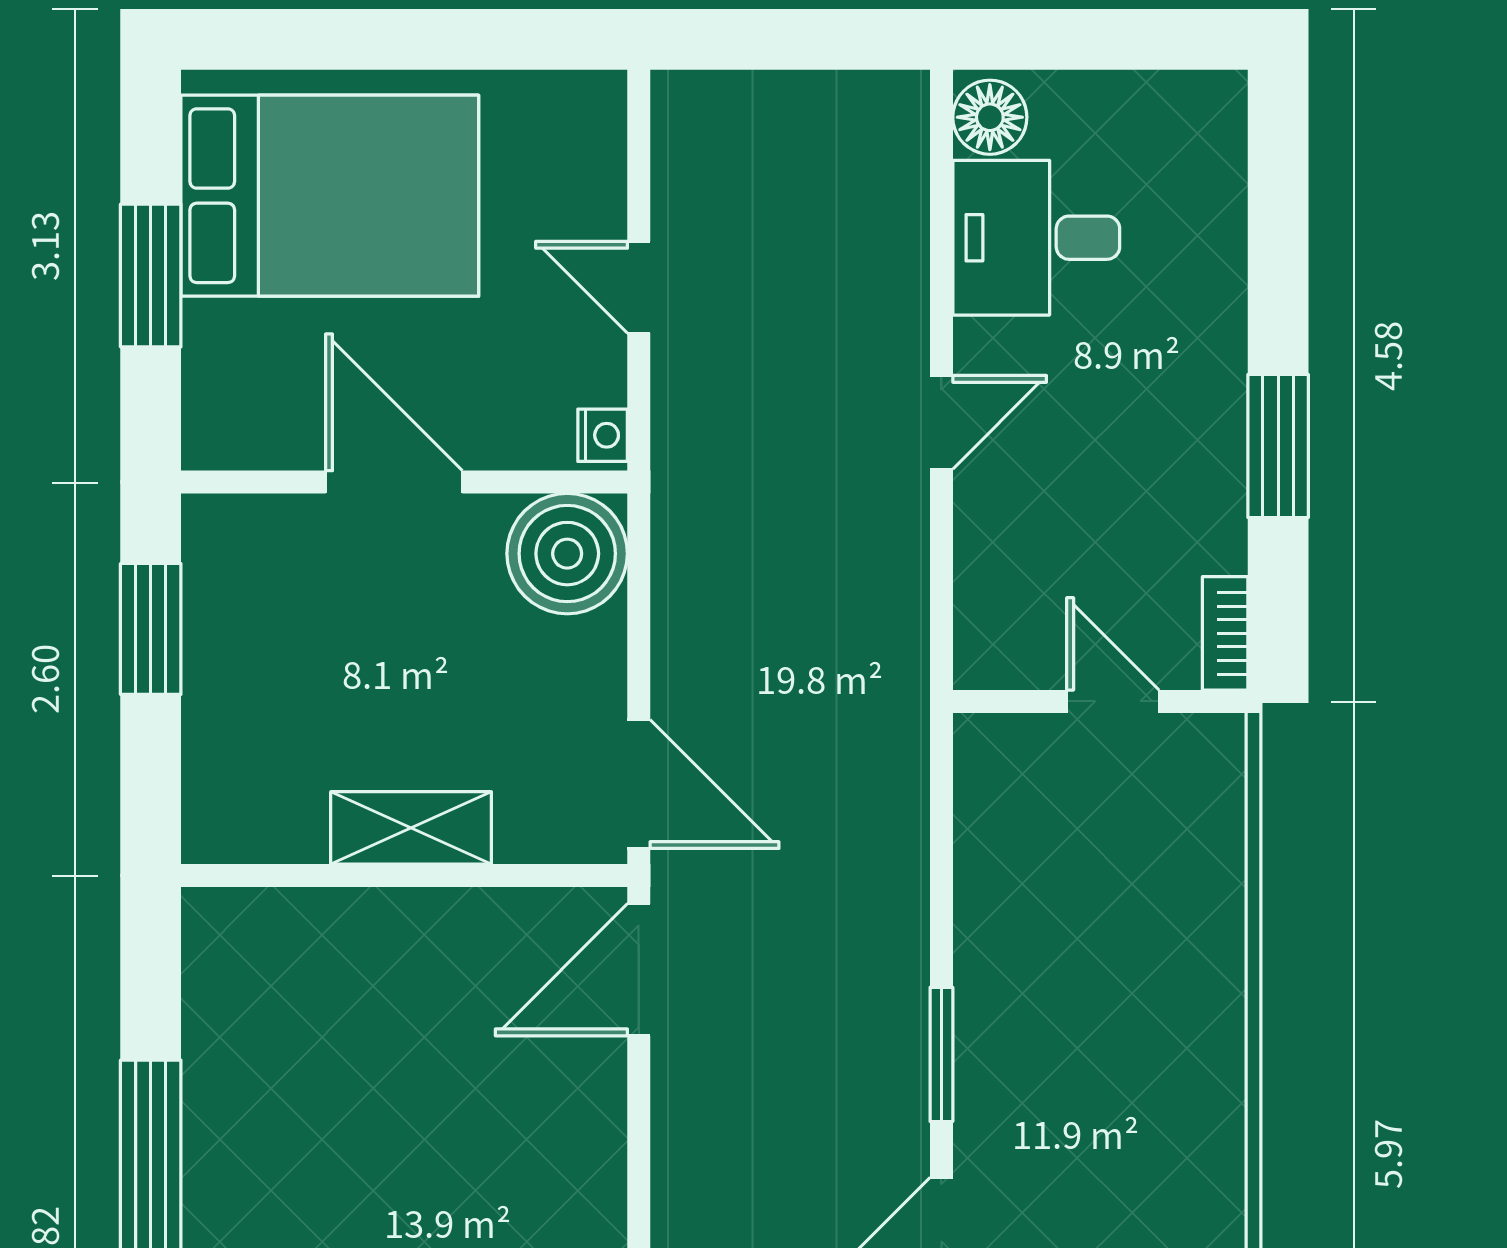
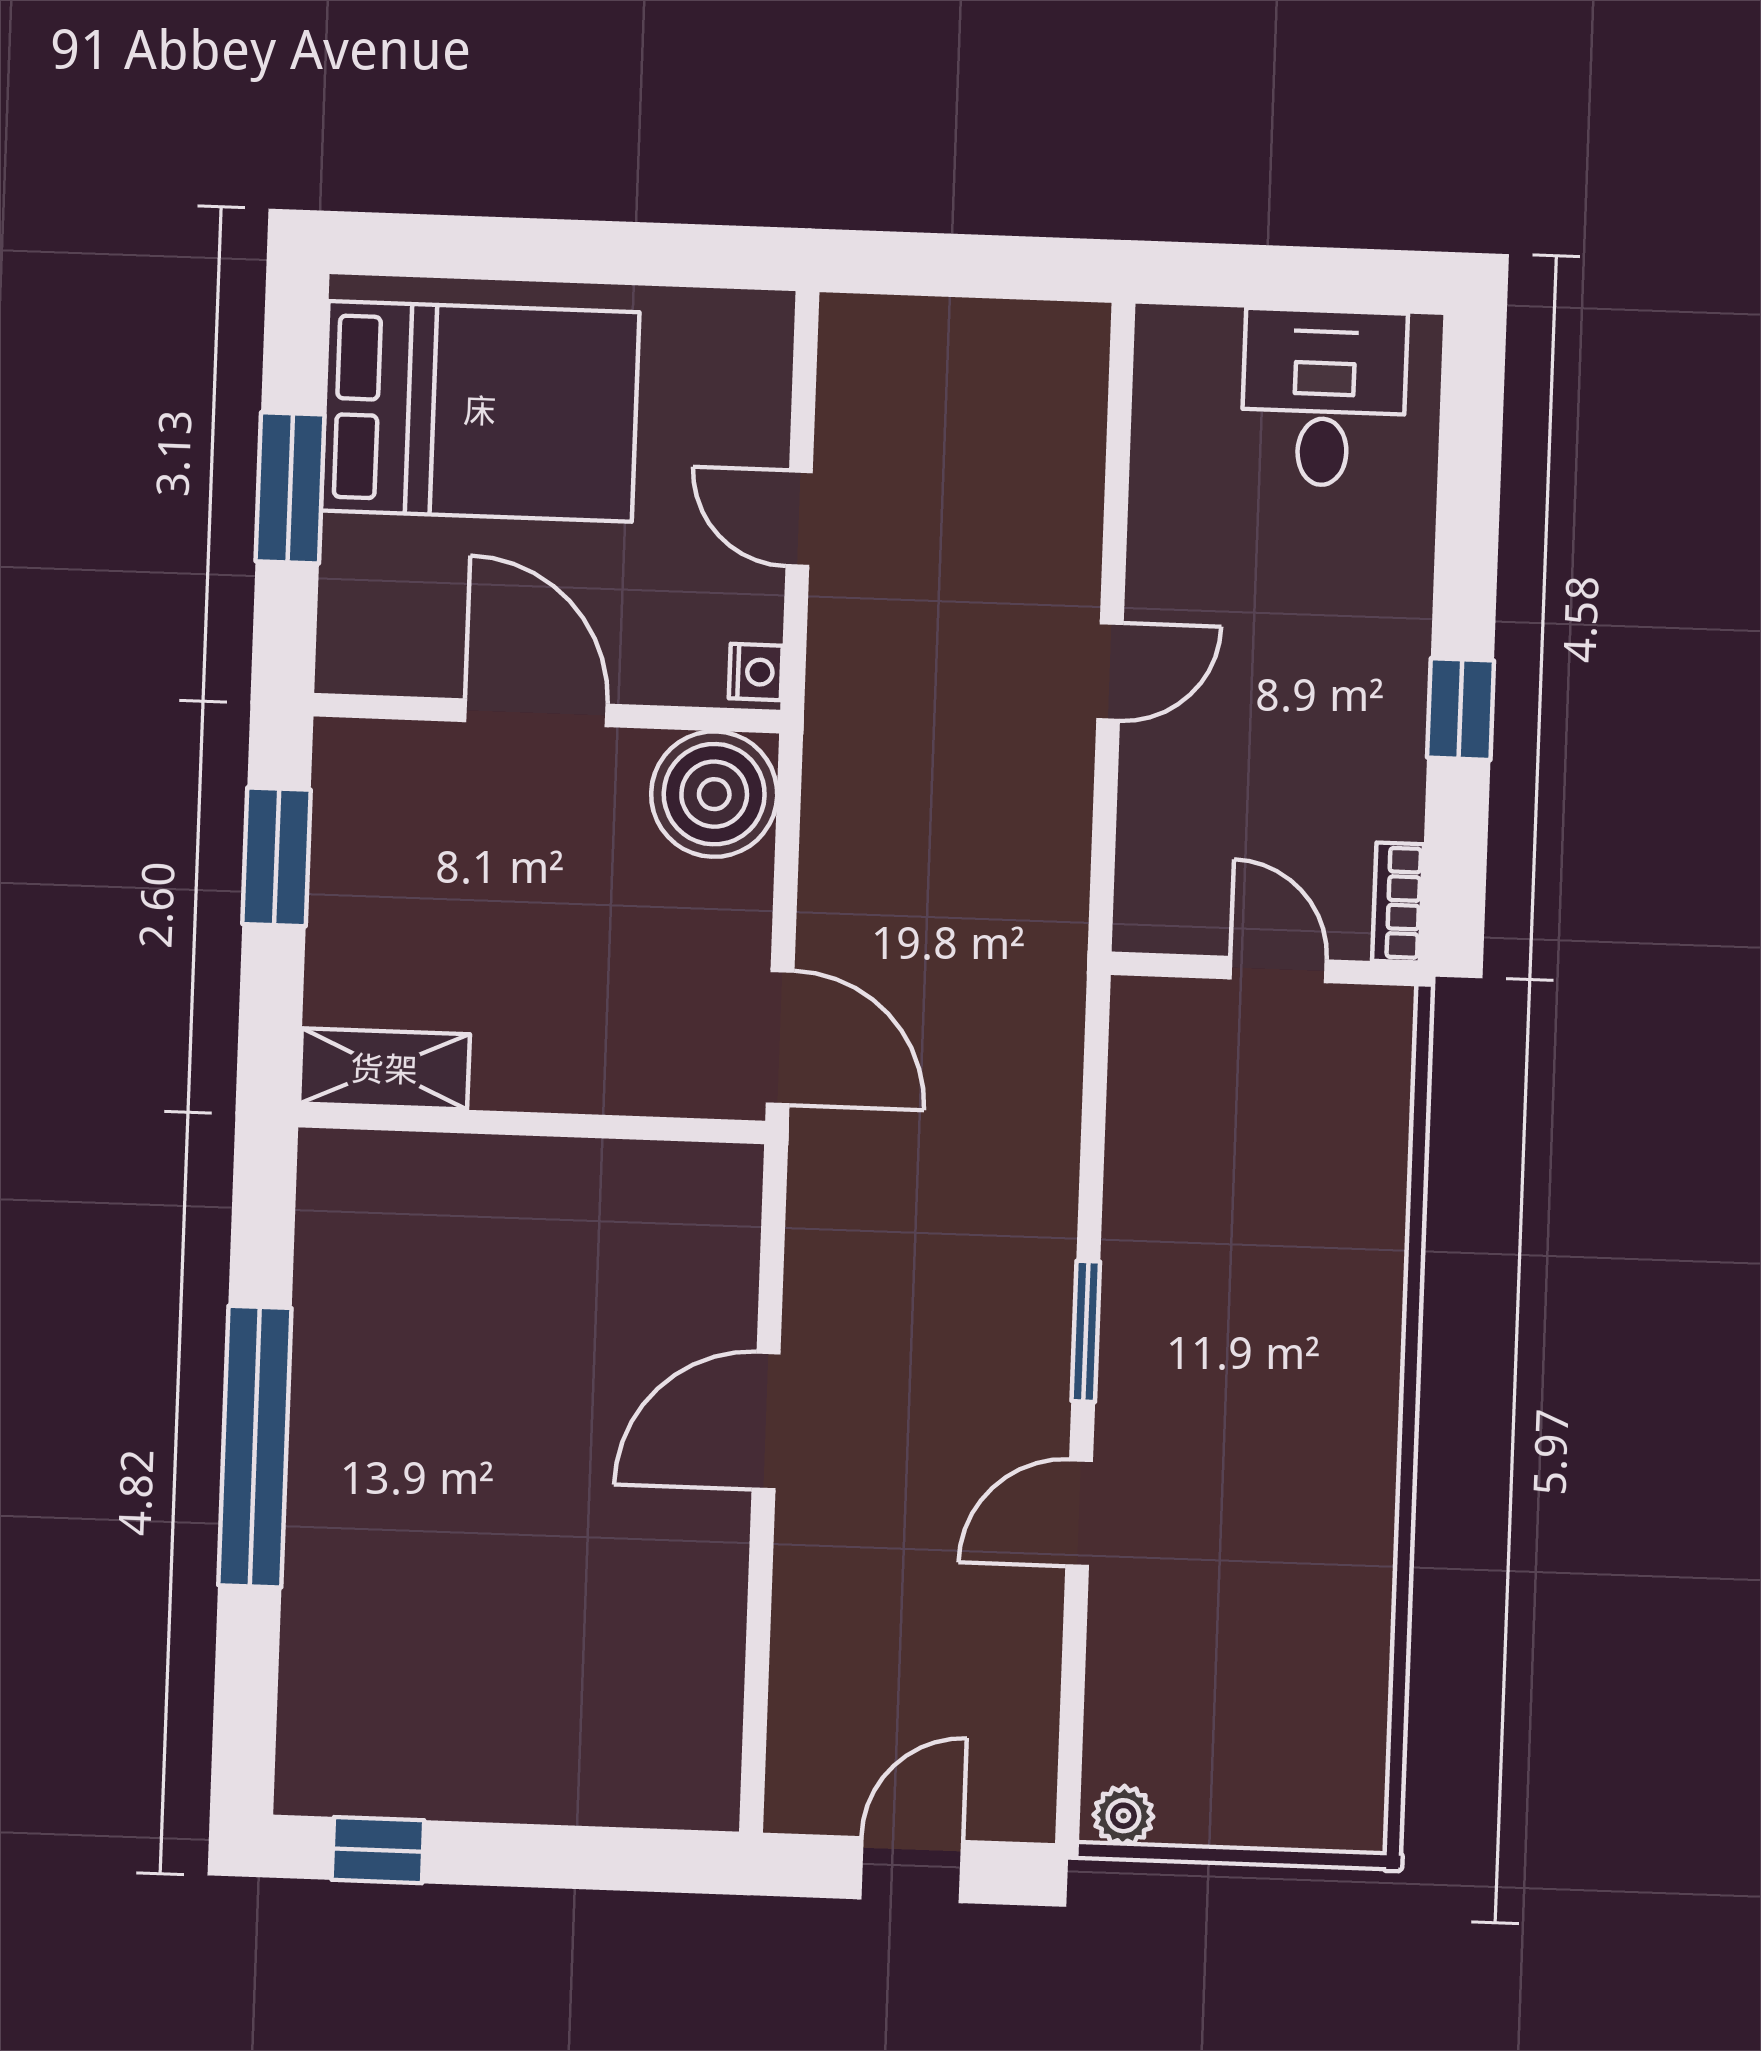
floor lamp: (990, 117) -> (1172, 355), removed
desk: (1036, 238) -> (1324, 398), moved, turned 90
window: (1278, 446) -> (1461, 709), width x0.67
shelving: (411, 828) -> (384, 1069), moved
door: (639, 970) -> (766, 1421), moved

